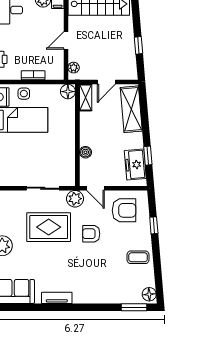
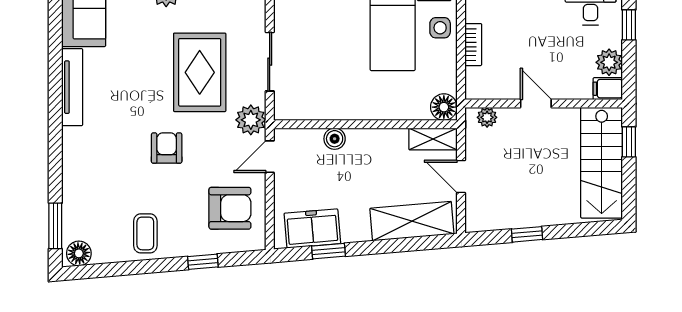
armchair: (124, 210) -> (230, 208), turned -90
armchair: (91, 234) -> (167, 148), moved
tv unit: (57, 298) -> (72, 87), width x1.41

